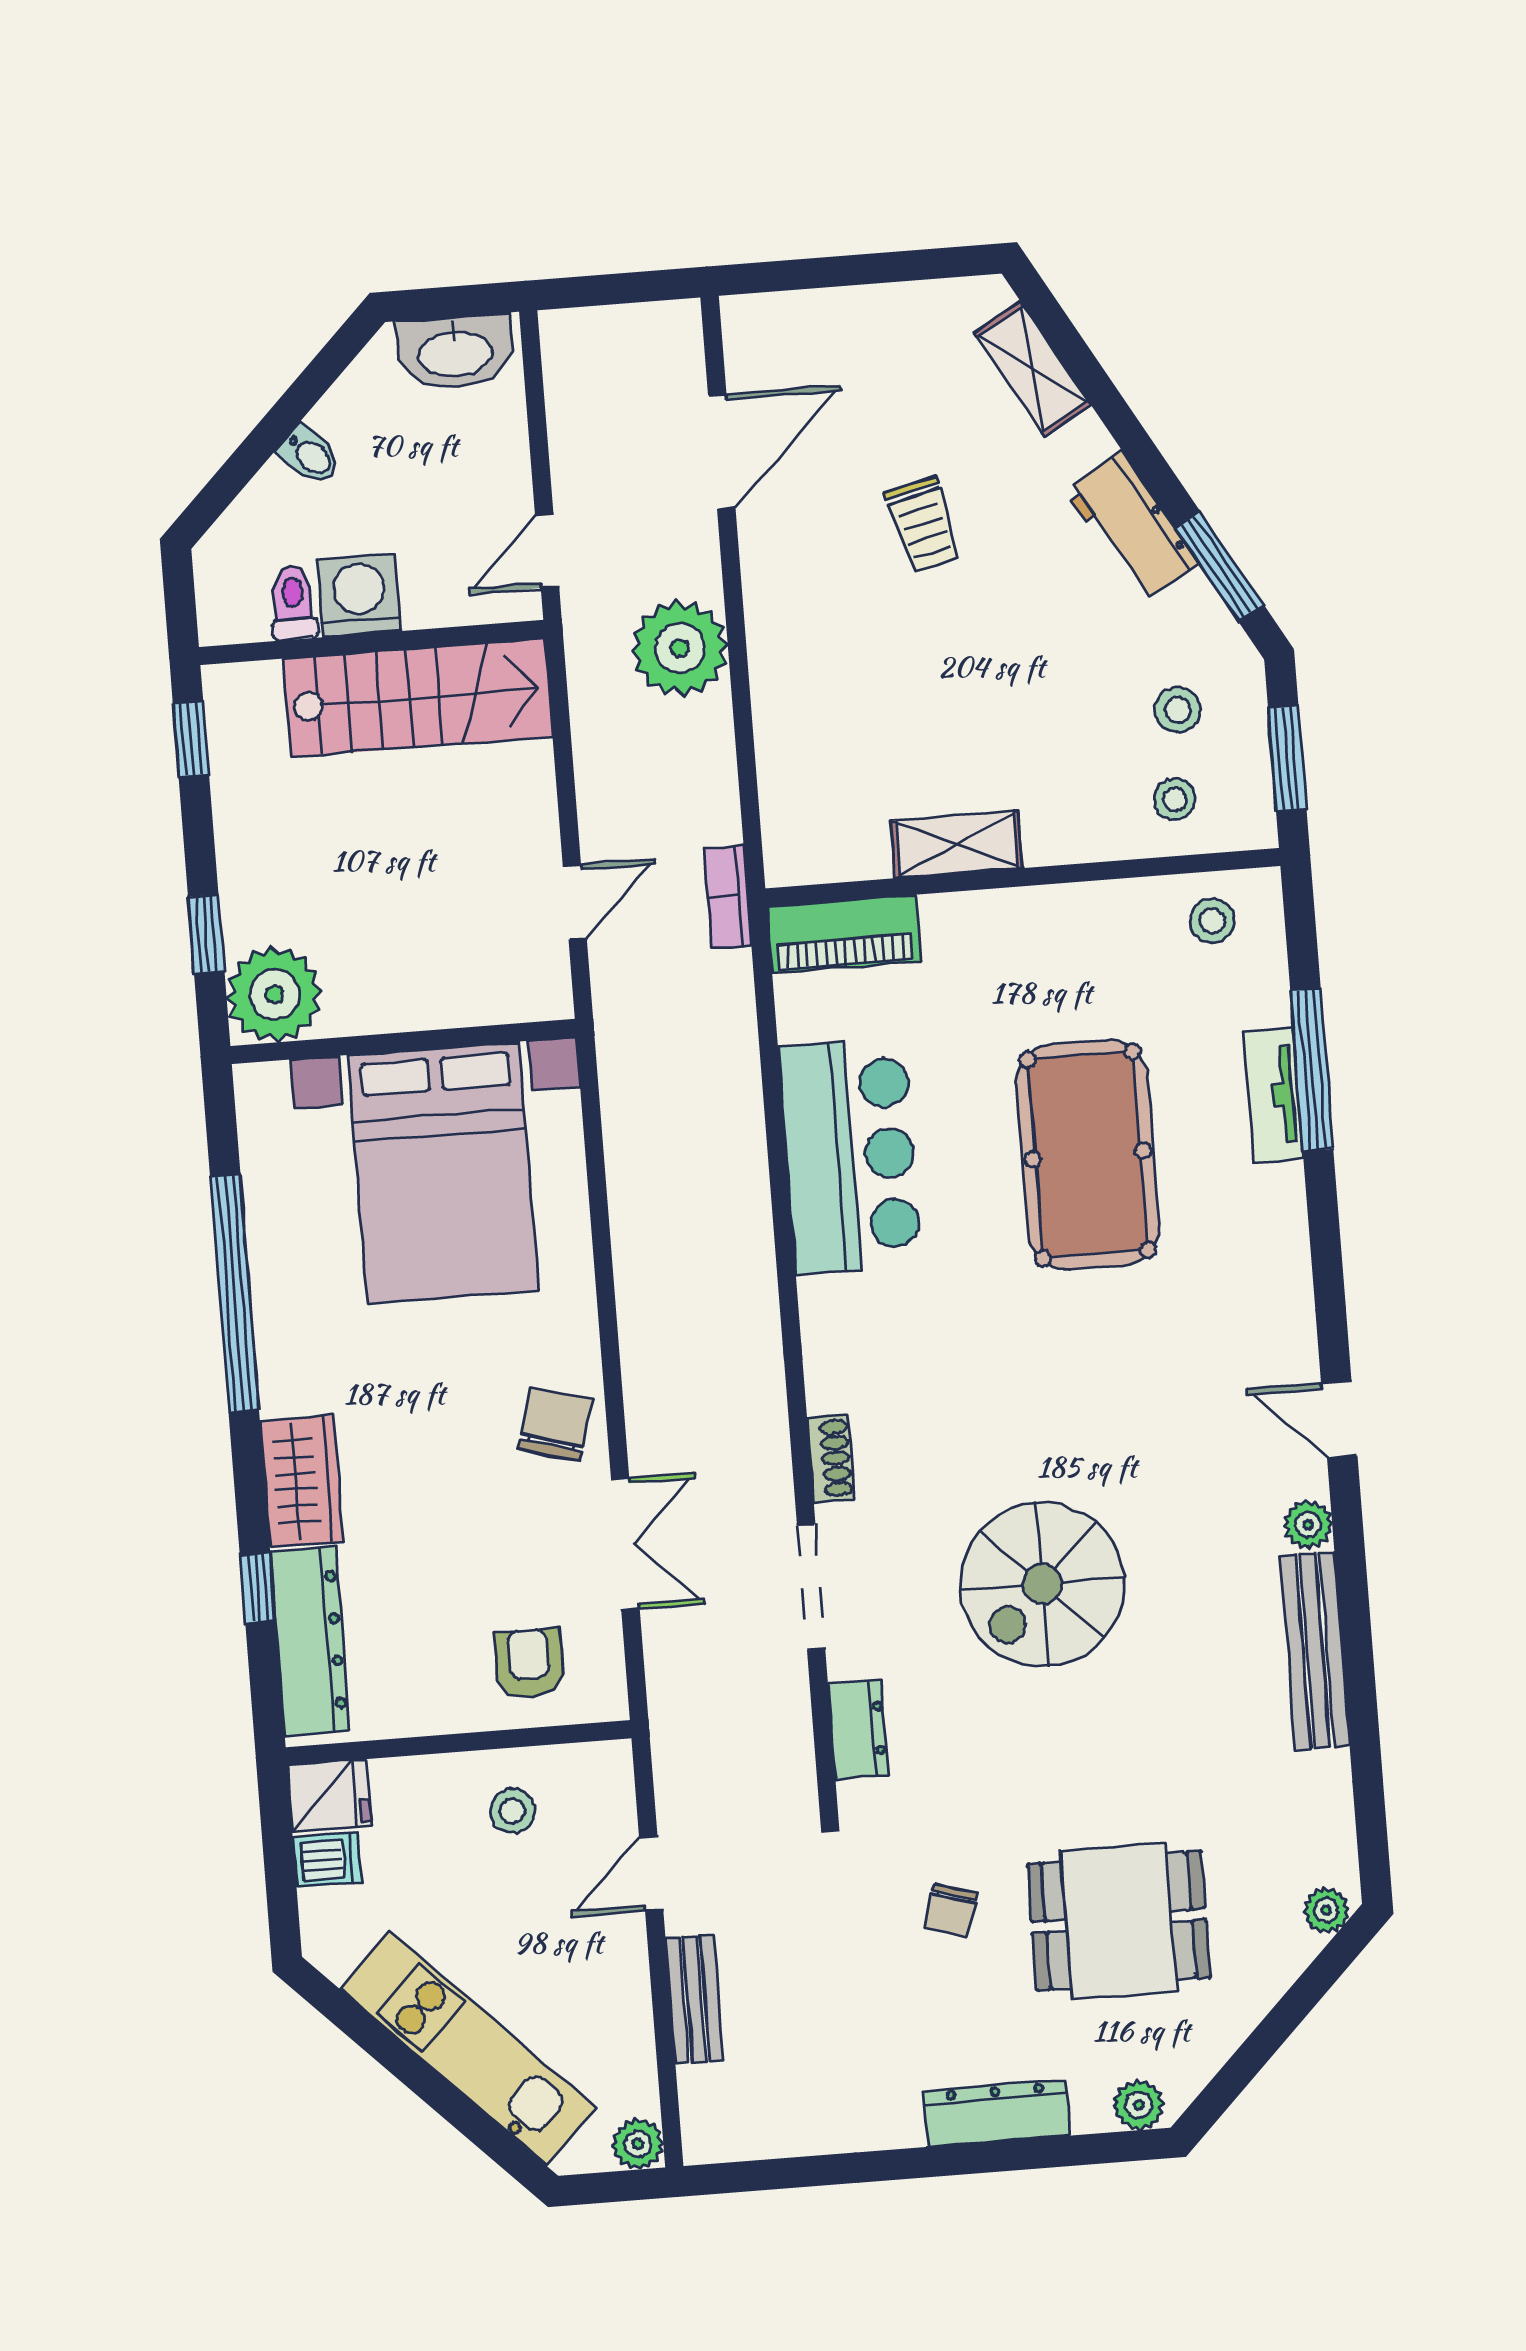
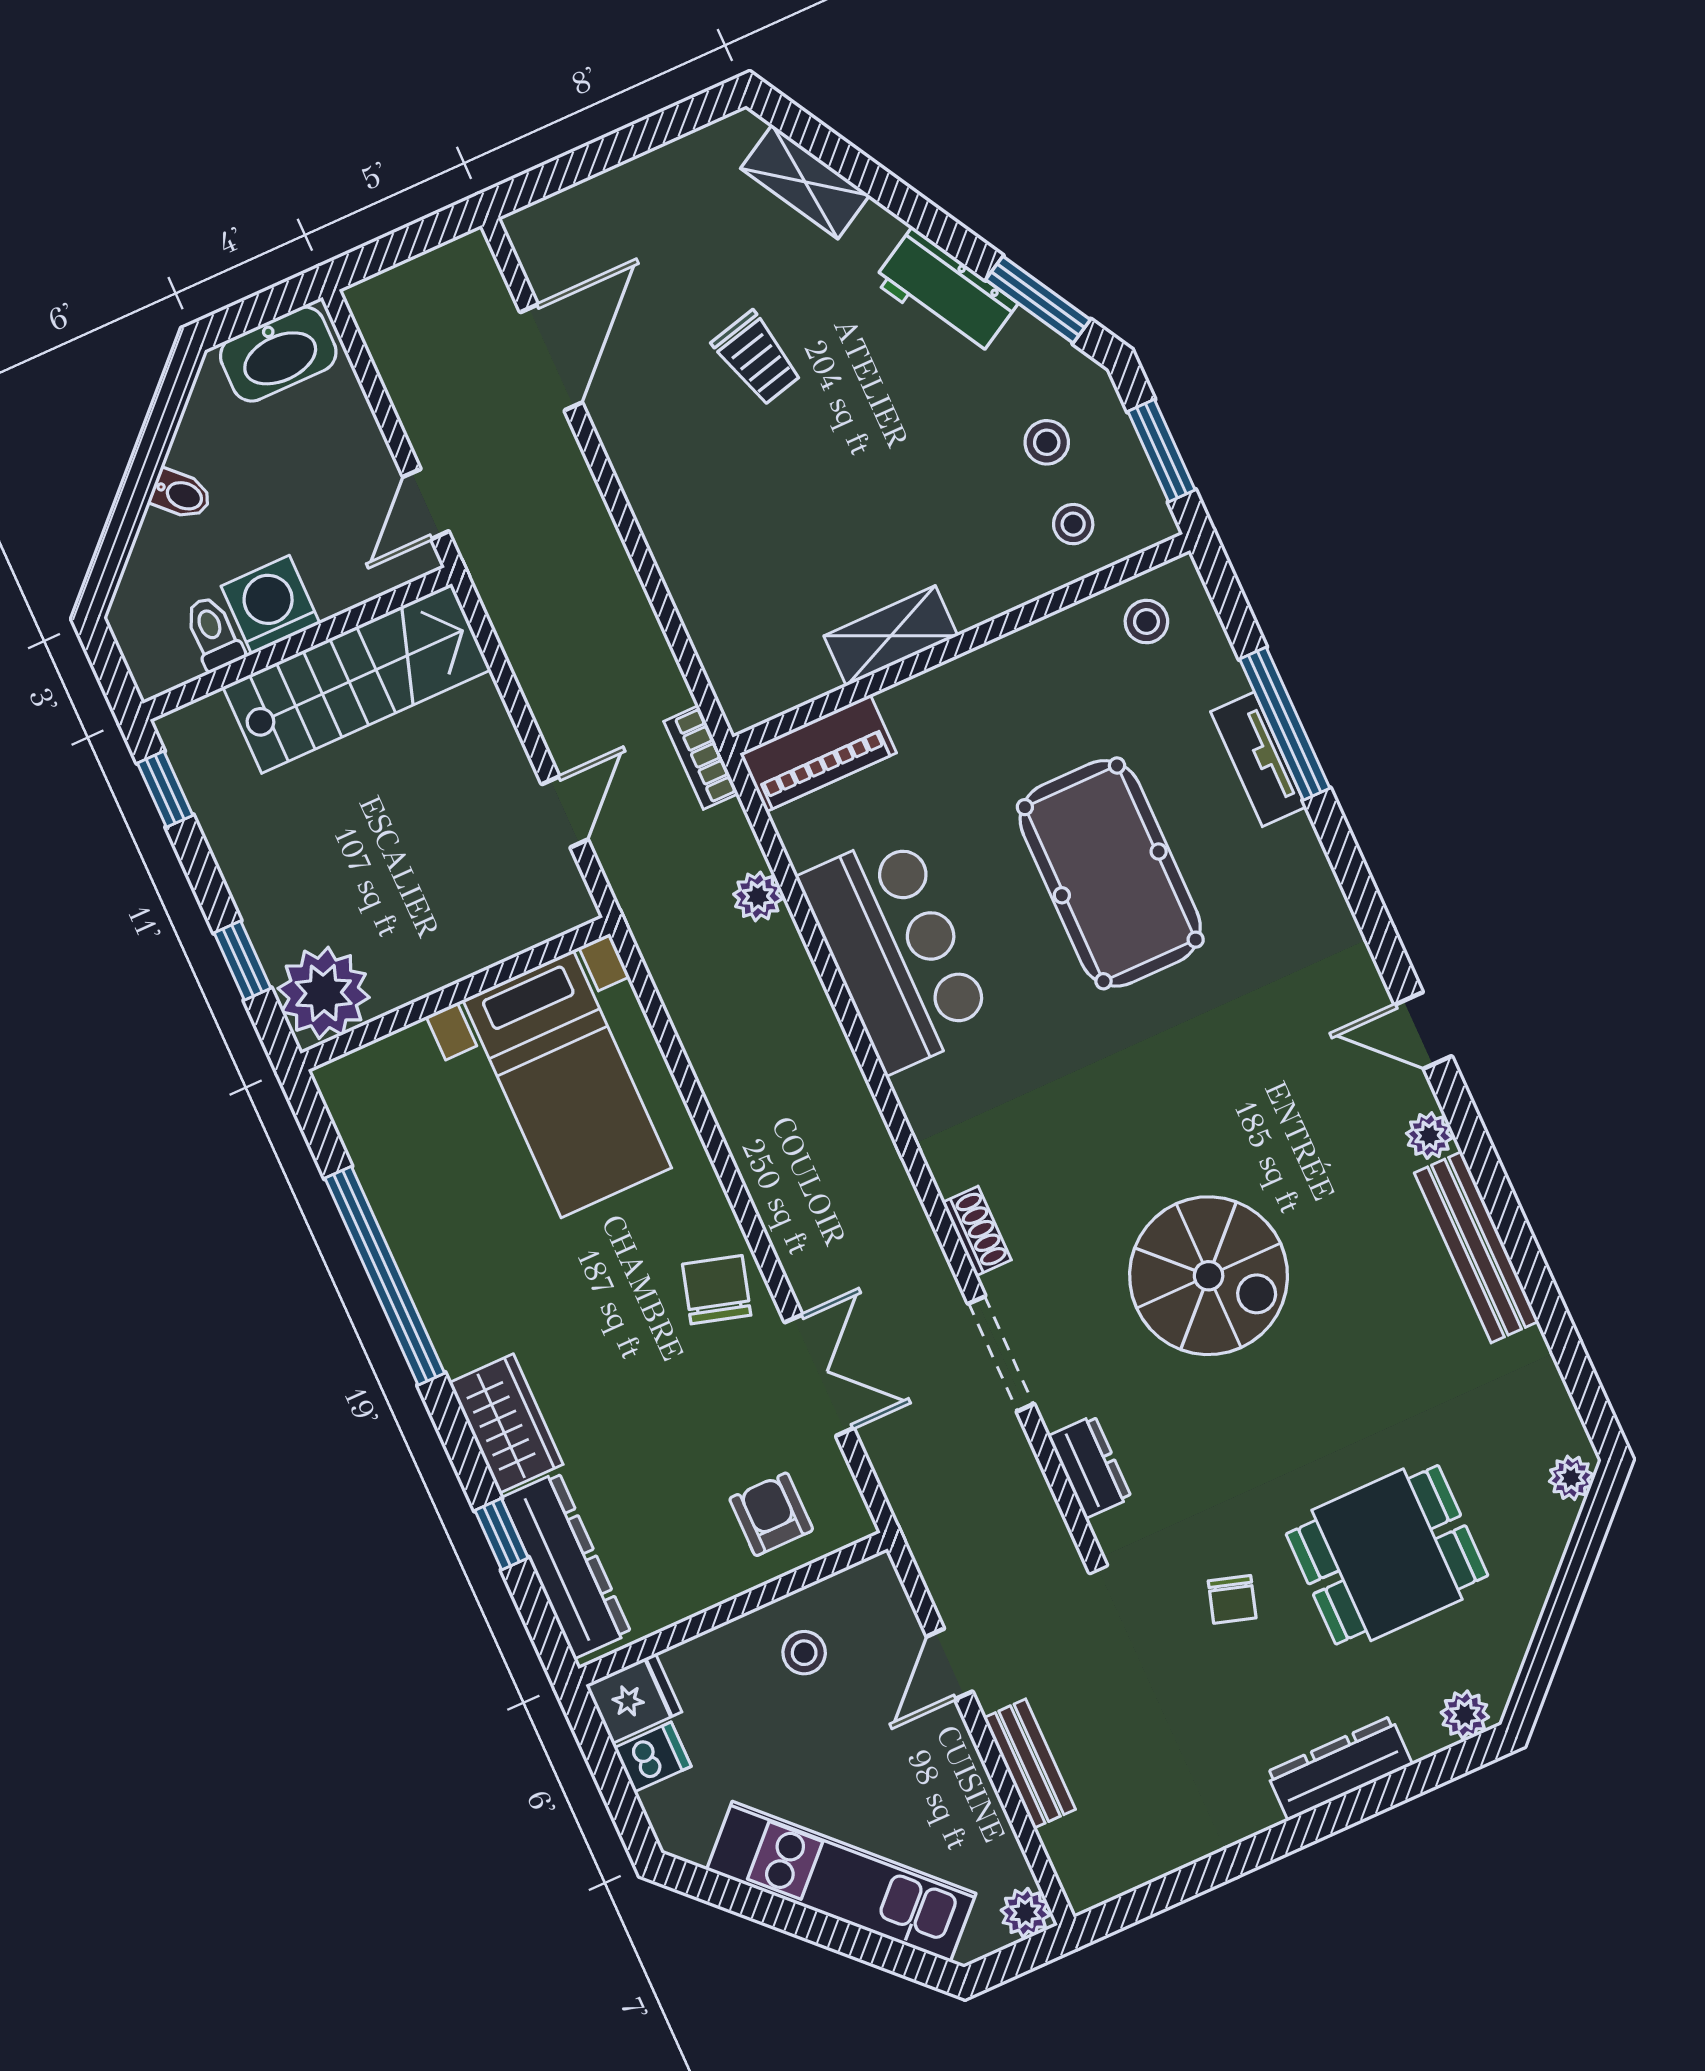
plant: (680, 648) -> (758, 896), moved, width x0.53, depth x0.53
bed with nightstands: (443, 1173) -> (567, 1084), width x0.73
spiral stairs: (1042, 1584) -> (1209, 1276), turned -90

